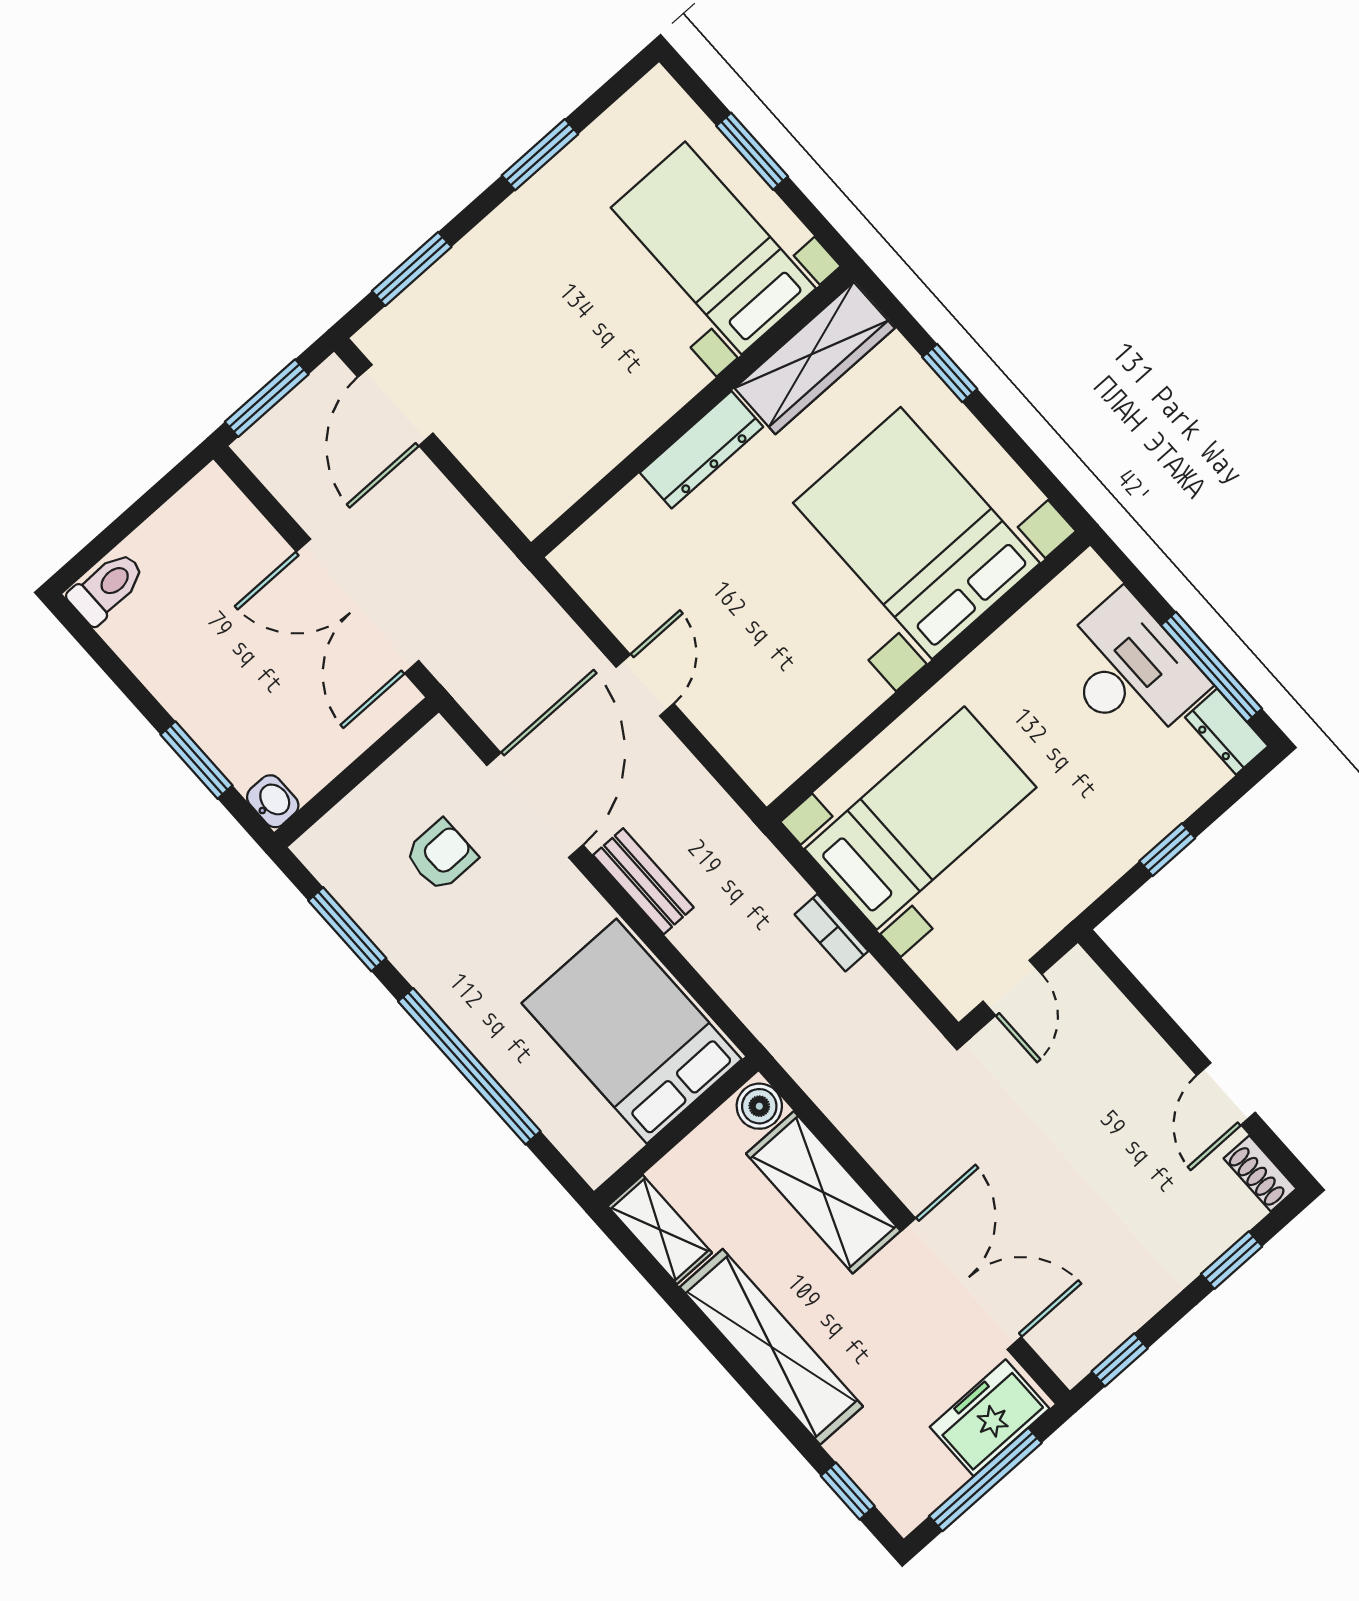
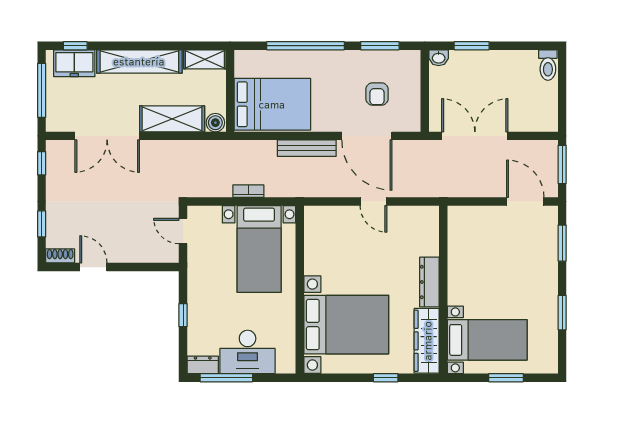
bench: (643, 881) -> (307, 148), width x1.36
freezer: (990, 1418) -> (74, 63), moved, turned 90

